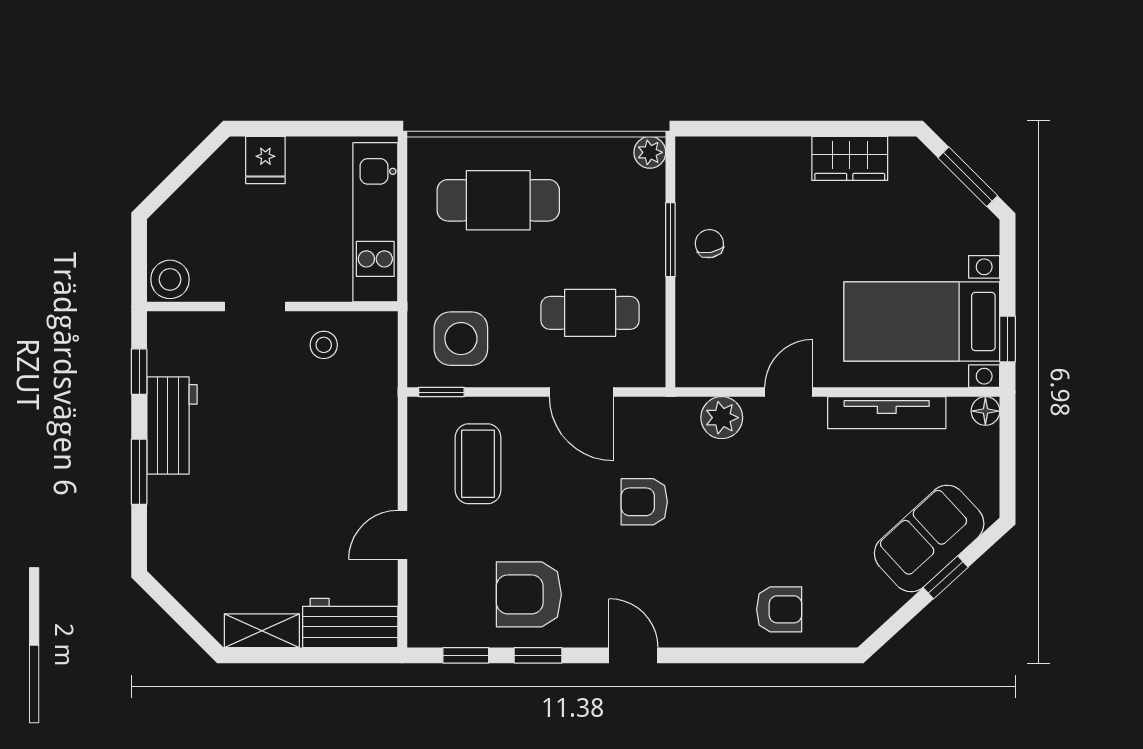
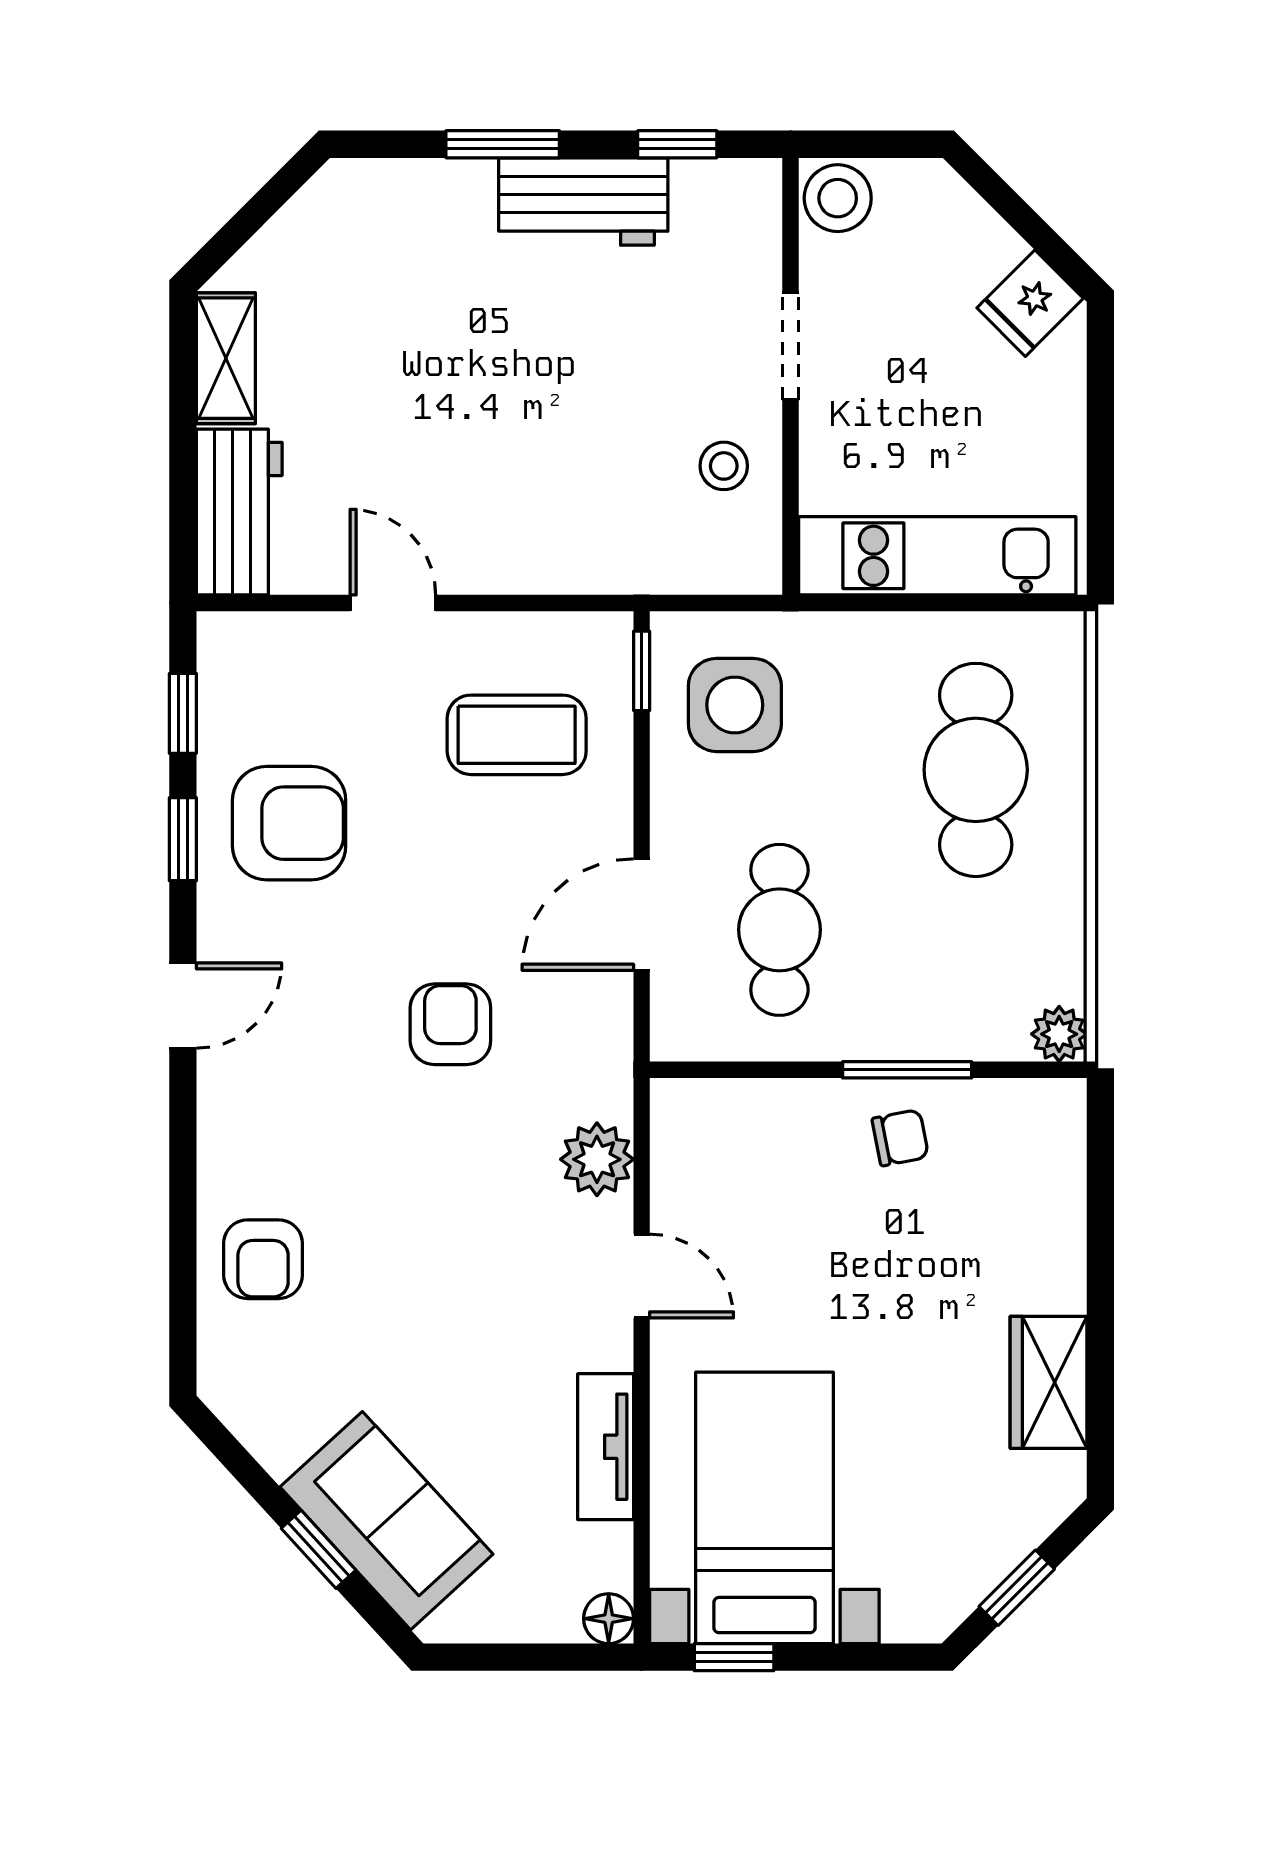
fridge: (265, 160) -> (1030, 303), moved, turned -45
window: (968, 177) -> (1017, 1588), width x0.67
tv unit: (887, 413) -> (606, 1447), width x0.71
armchair: (529, 594) -> (289, 823), turned 90

